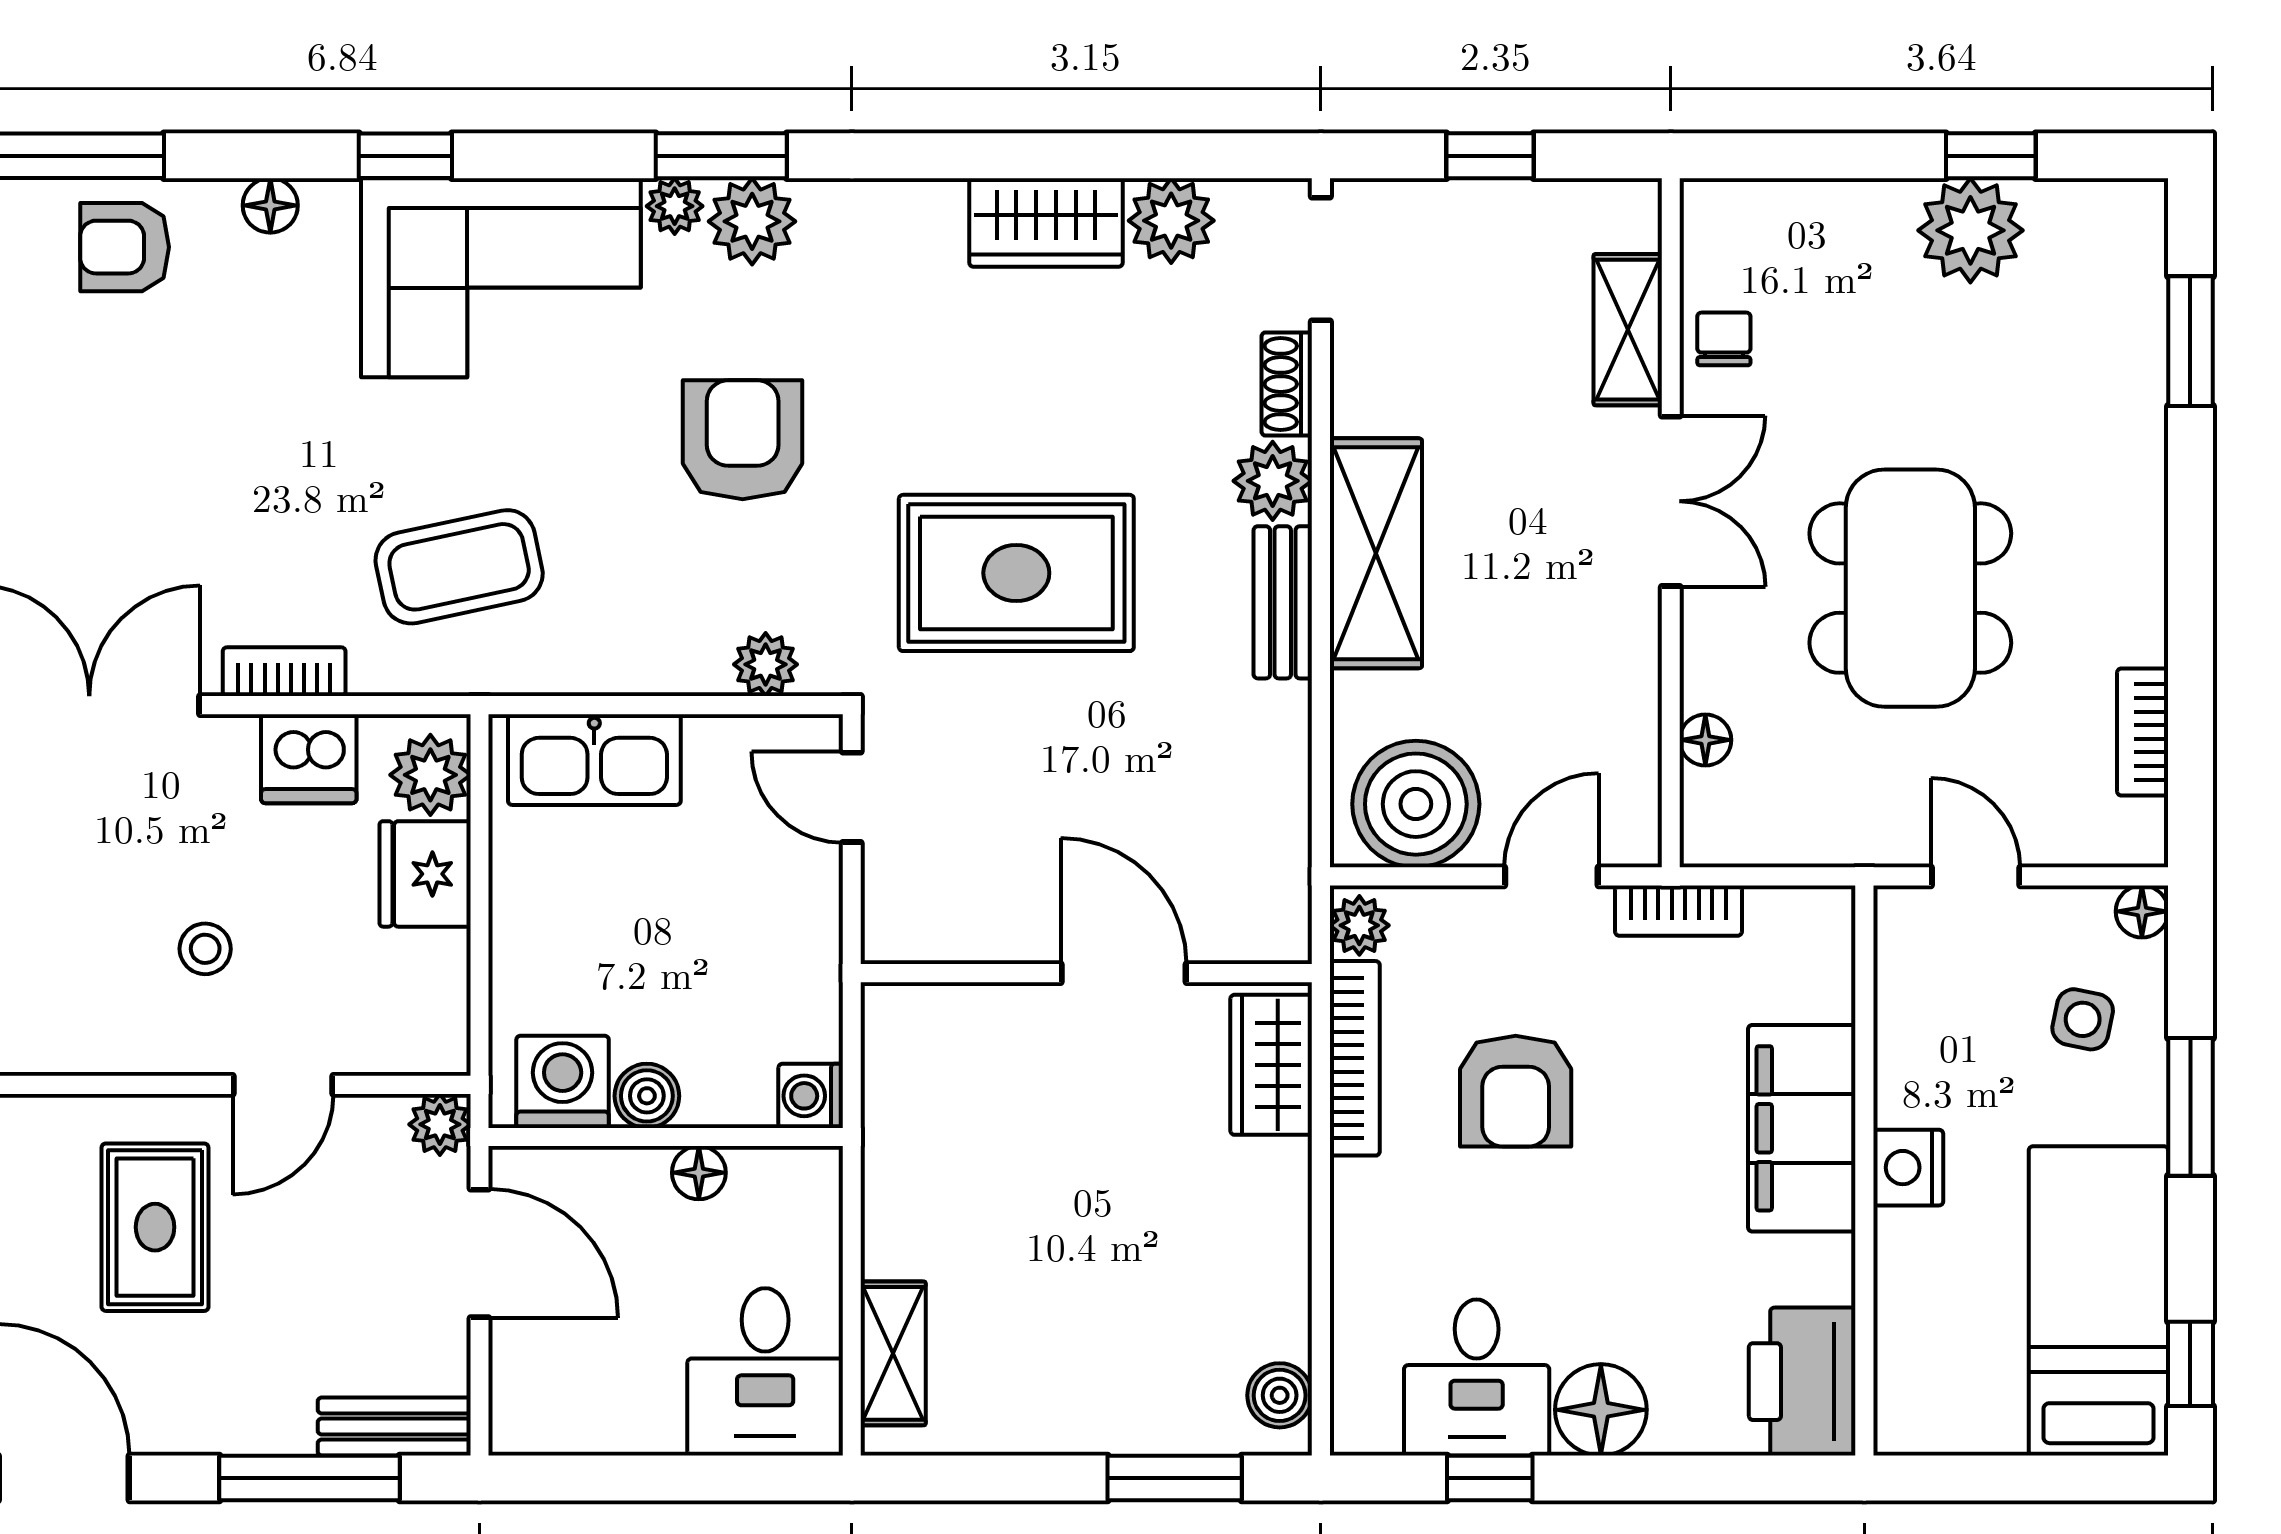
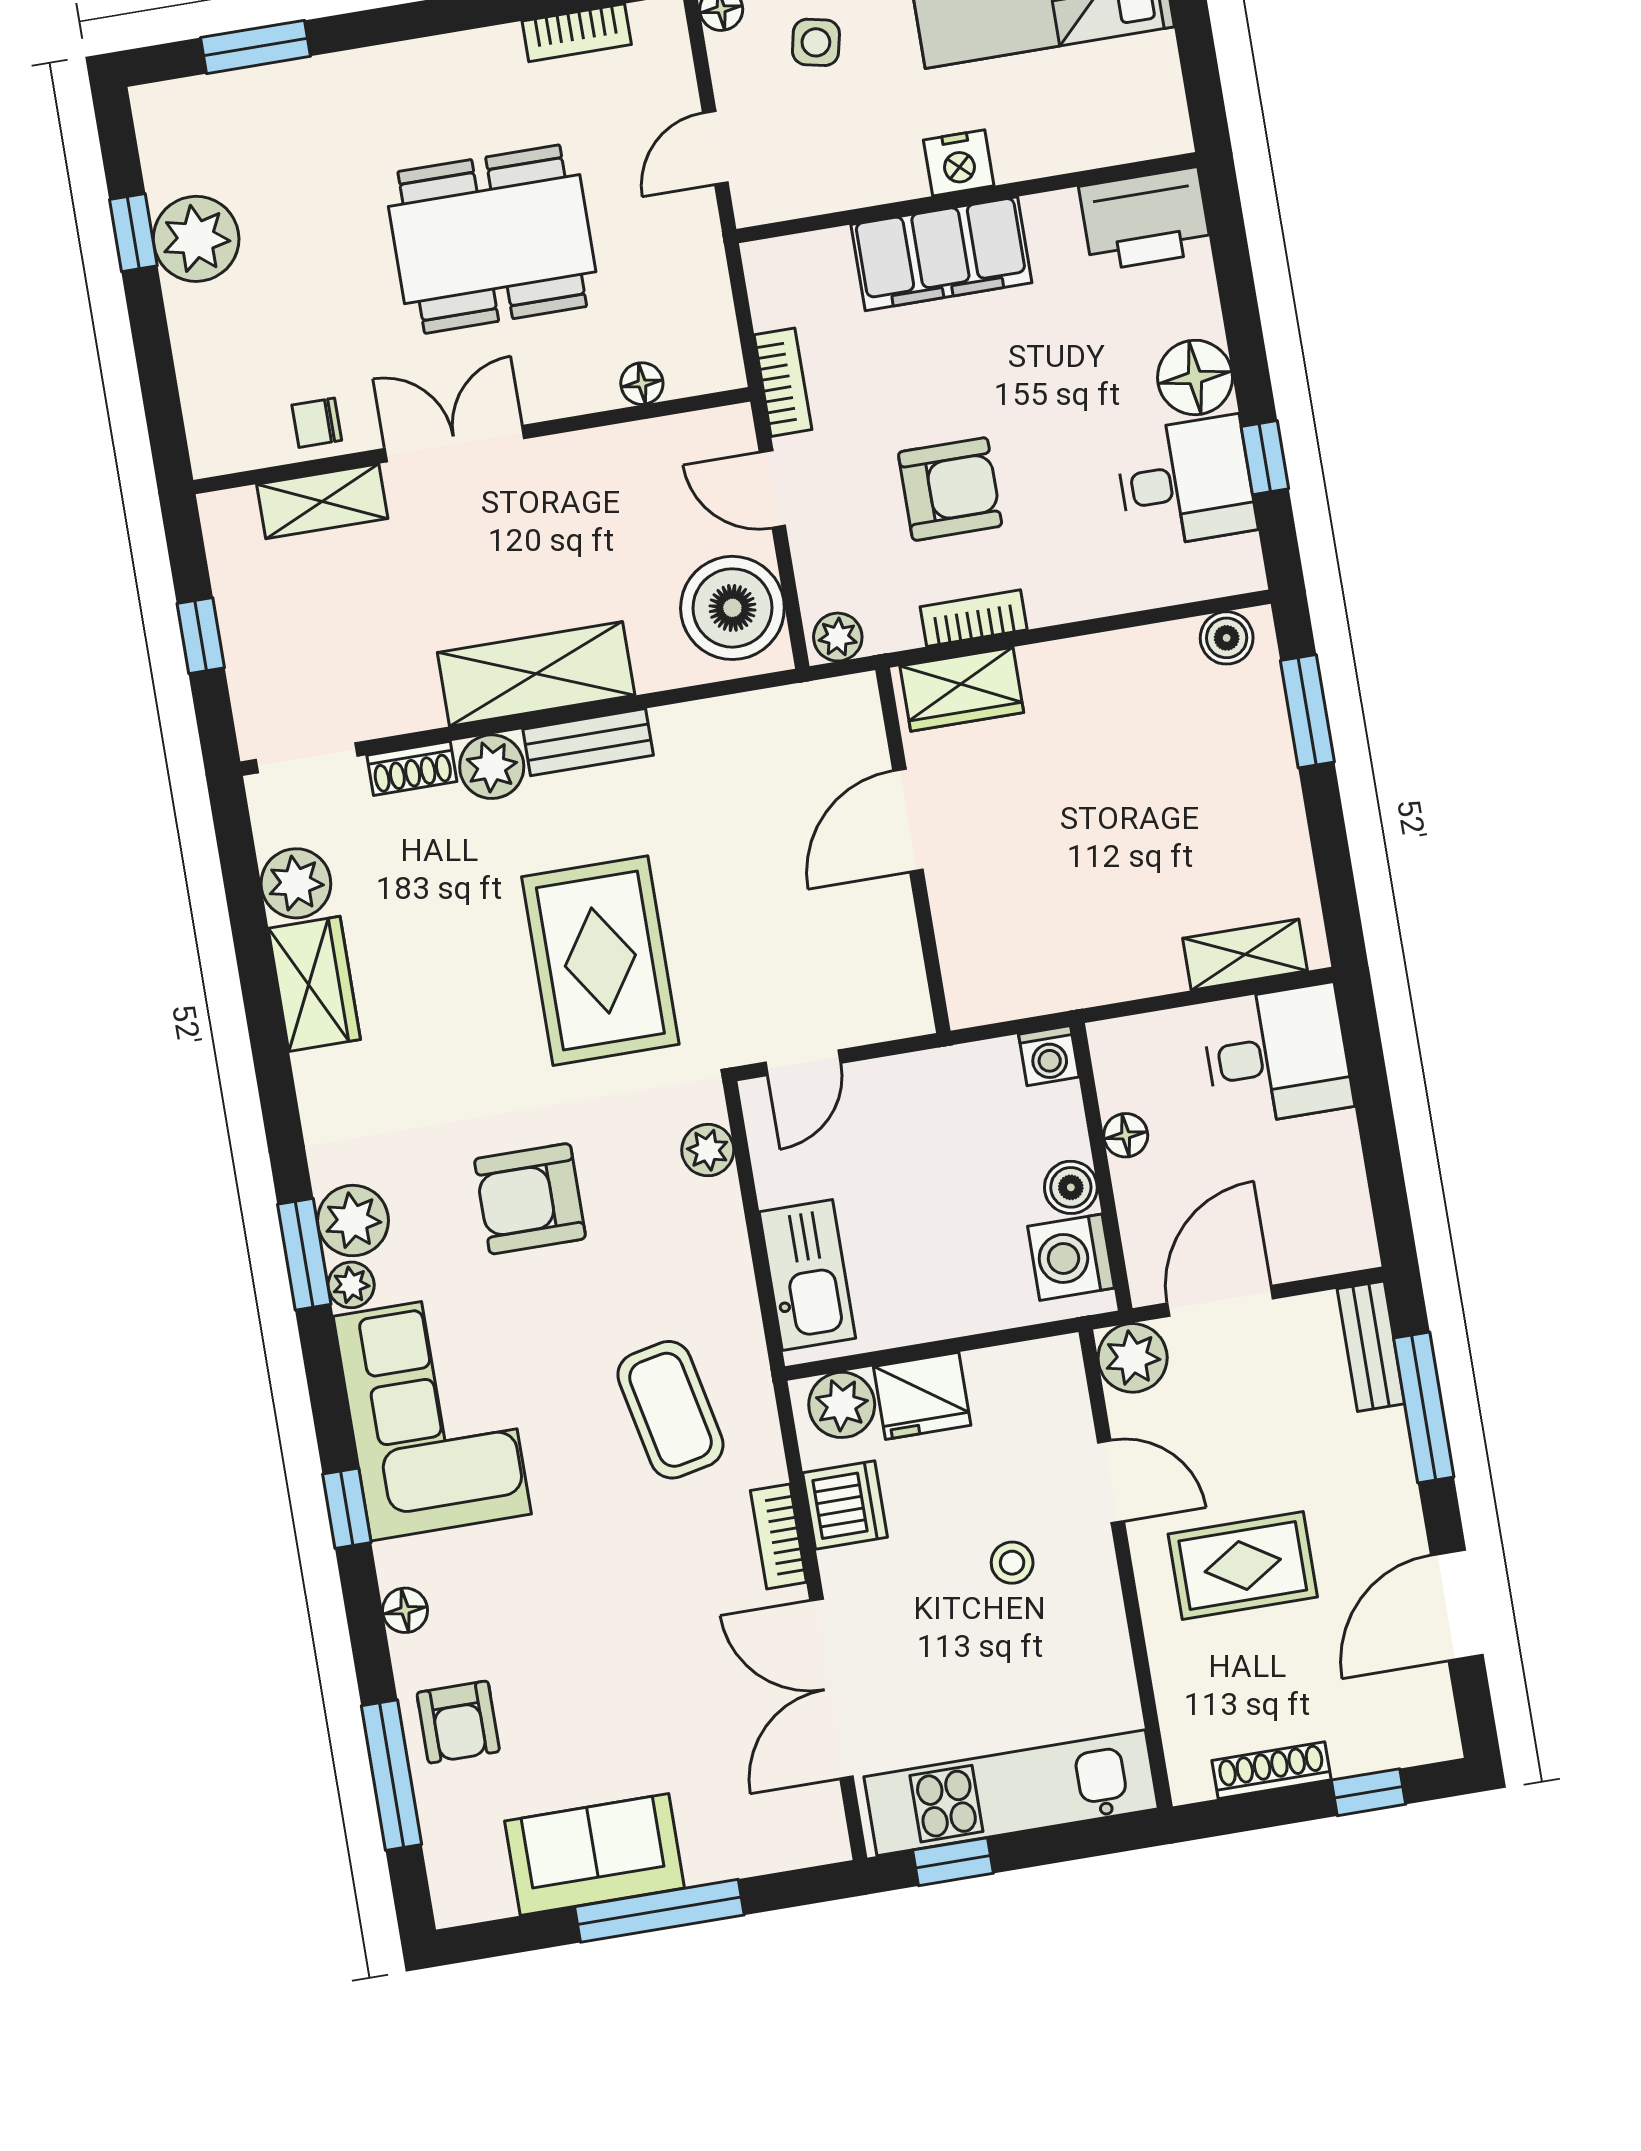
bookcase: (1355, 1058) -> (974, 618), width x0.64
plant: (440, 1124) -> (1133, 1358), width x1.38, depth x1.38

